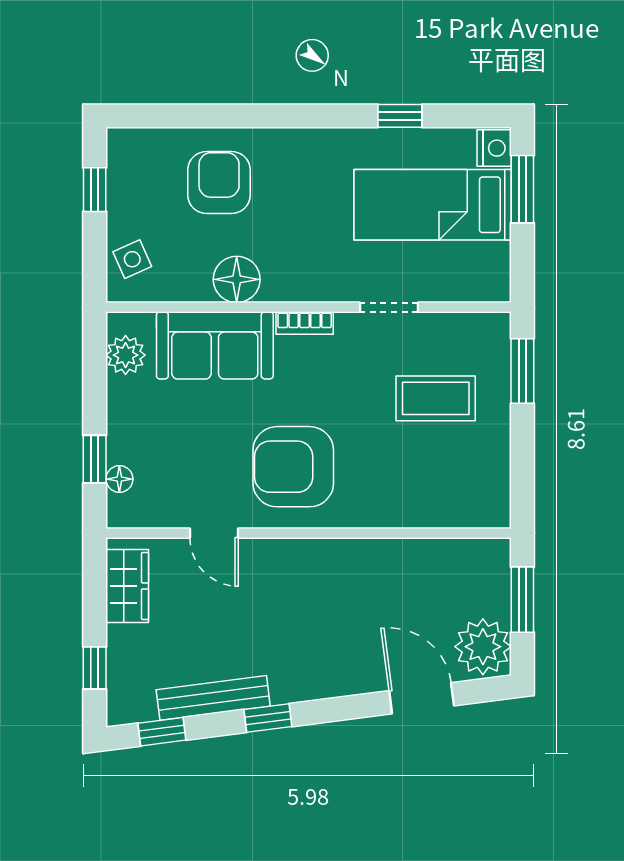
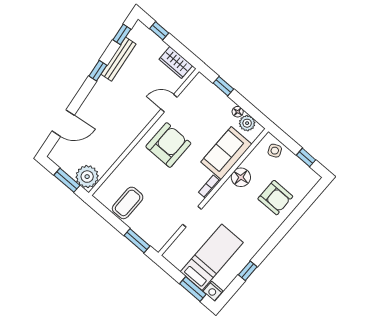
coffee table: (436, 398) -> (128, 203), moved
floor lamp: (119, 479) -> (238, 112), moved
plant: (483, 647) -> (87, 177), moved

